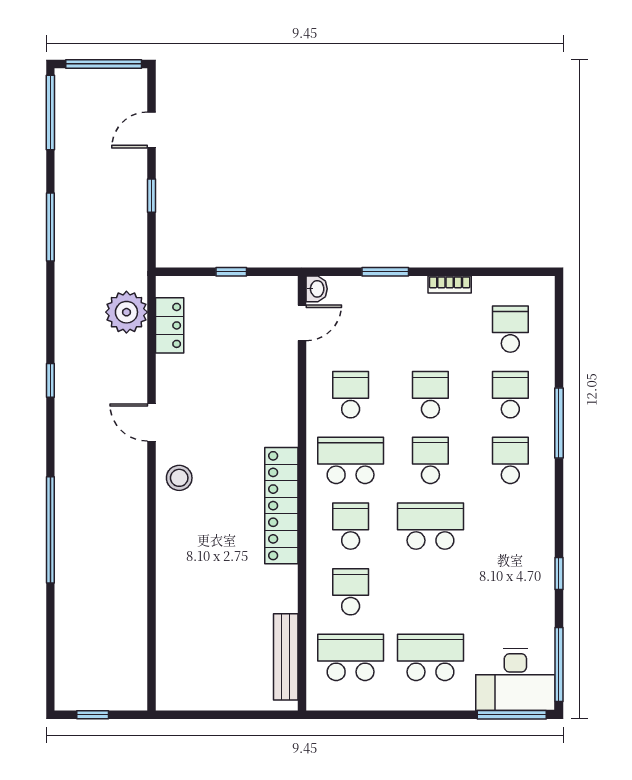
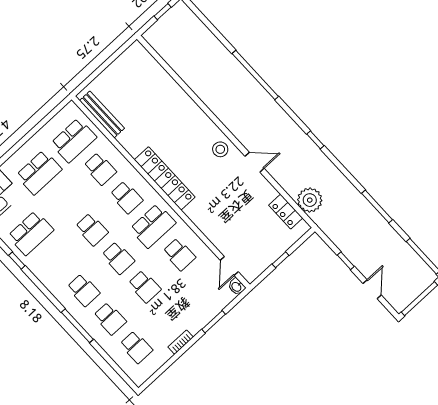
school desk: (430, 526) -> (92, 229), width x0.54
school desk: (510, 592) -> (31, 233), added

